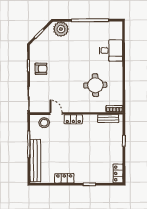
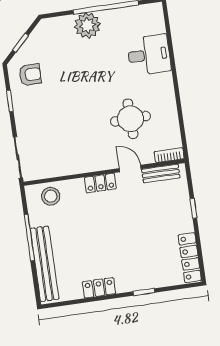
plant: (61, 29) -> (87, 25), moved
armchair: (41, 69) -> (30, 75), moved
door: (56, 114) -> (130, 169), moved
locker: (118, 173) -> (190, 258), width x1.53

